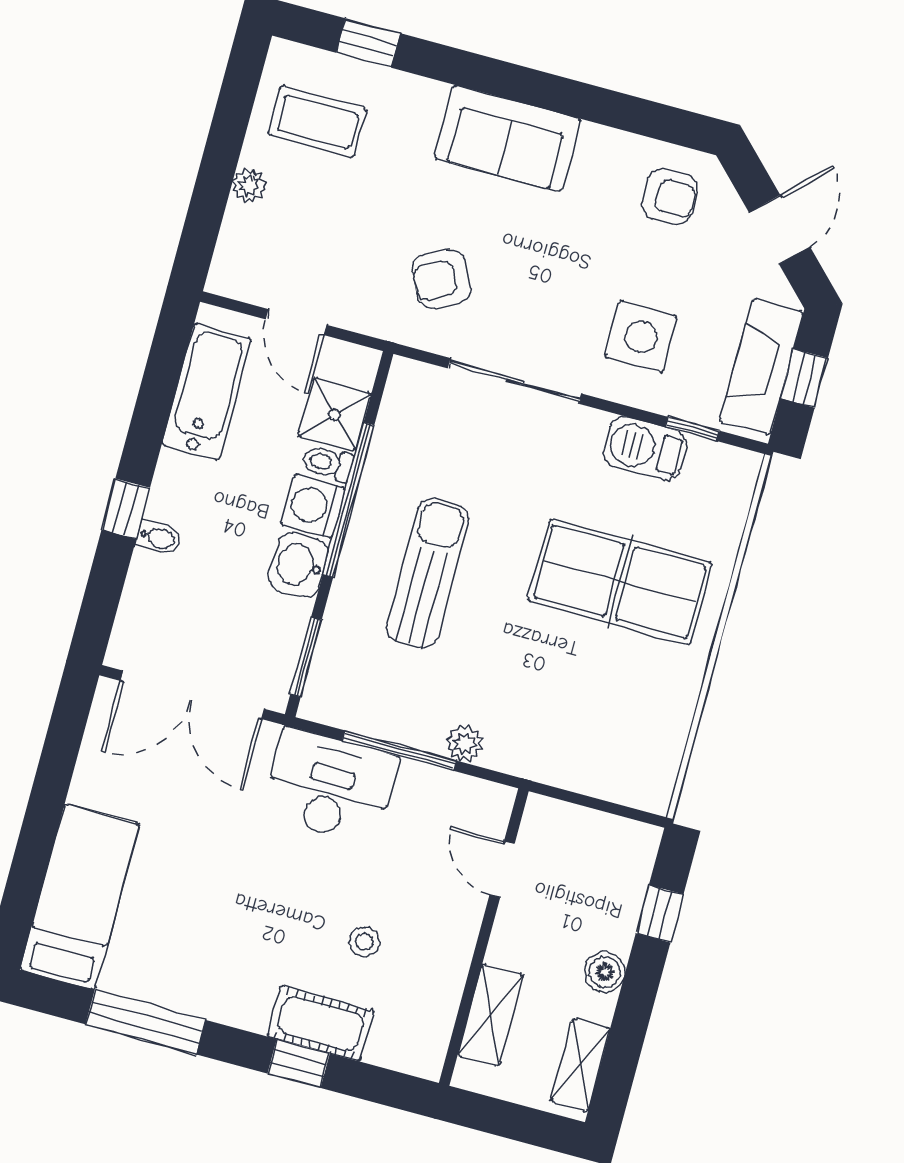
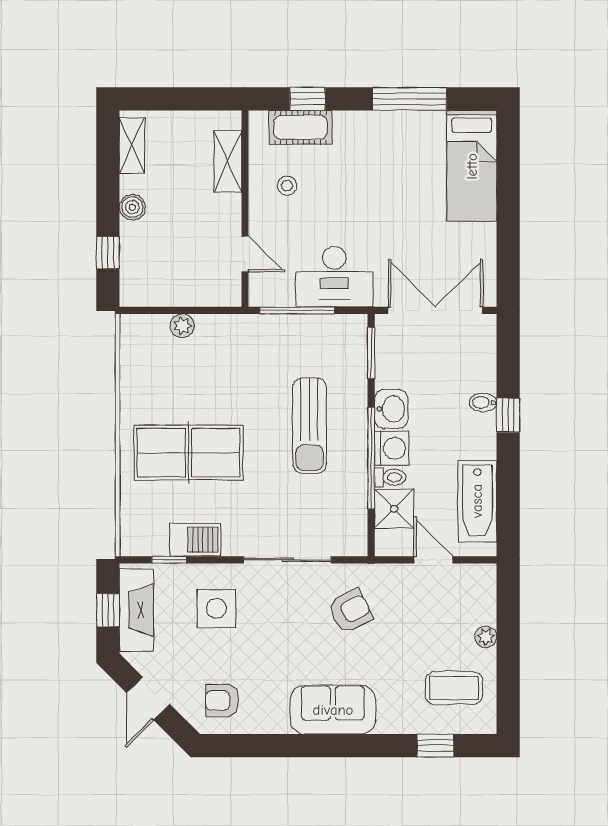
plant: (465, 744) -> (182, 326), moved
door: (502, 869) -> (245, 254), moved
wall: (484, 937) -> (245, 209), moved
shelving: (491, 1015) -> (228, 161), moved

